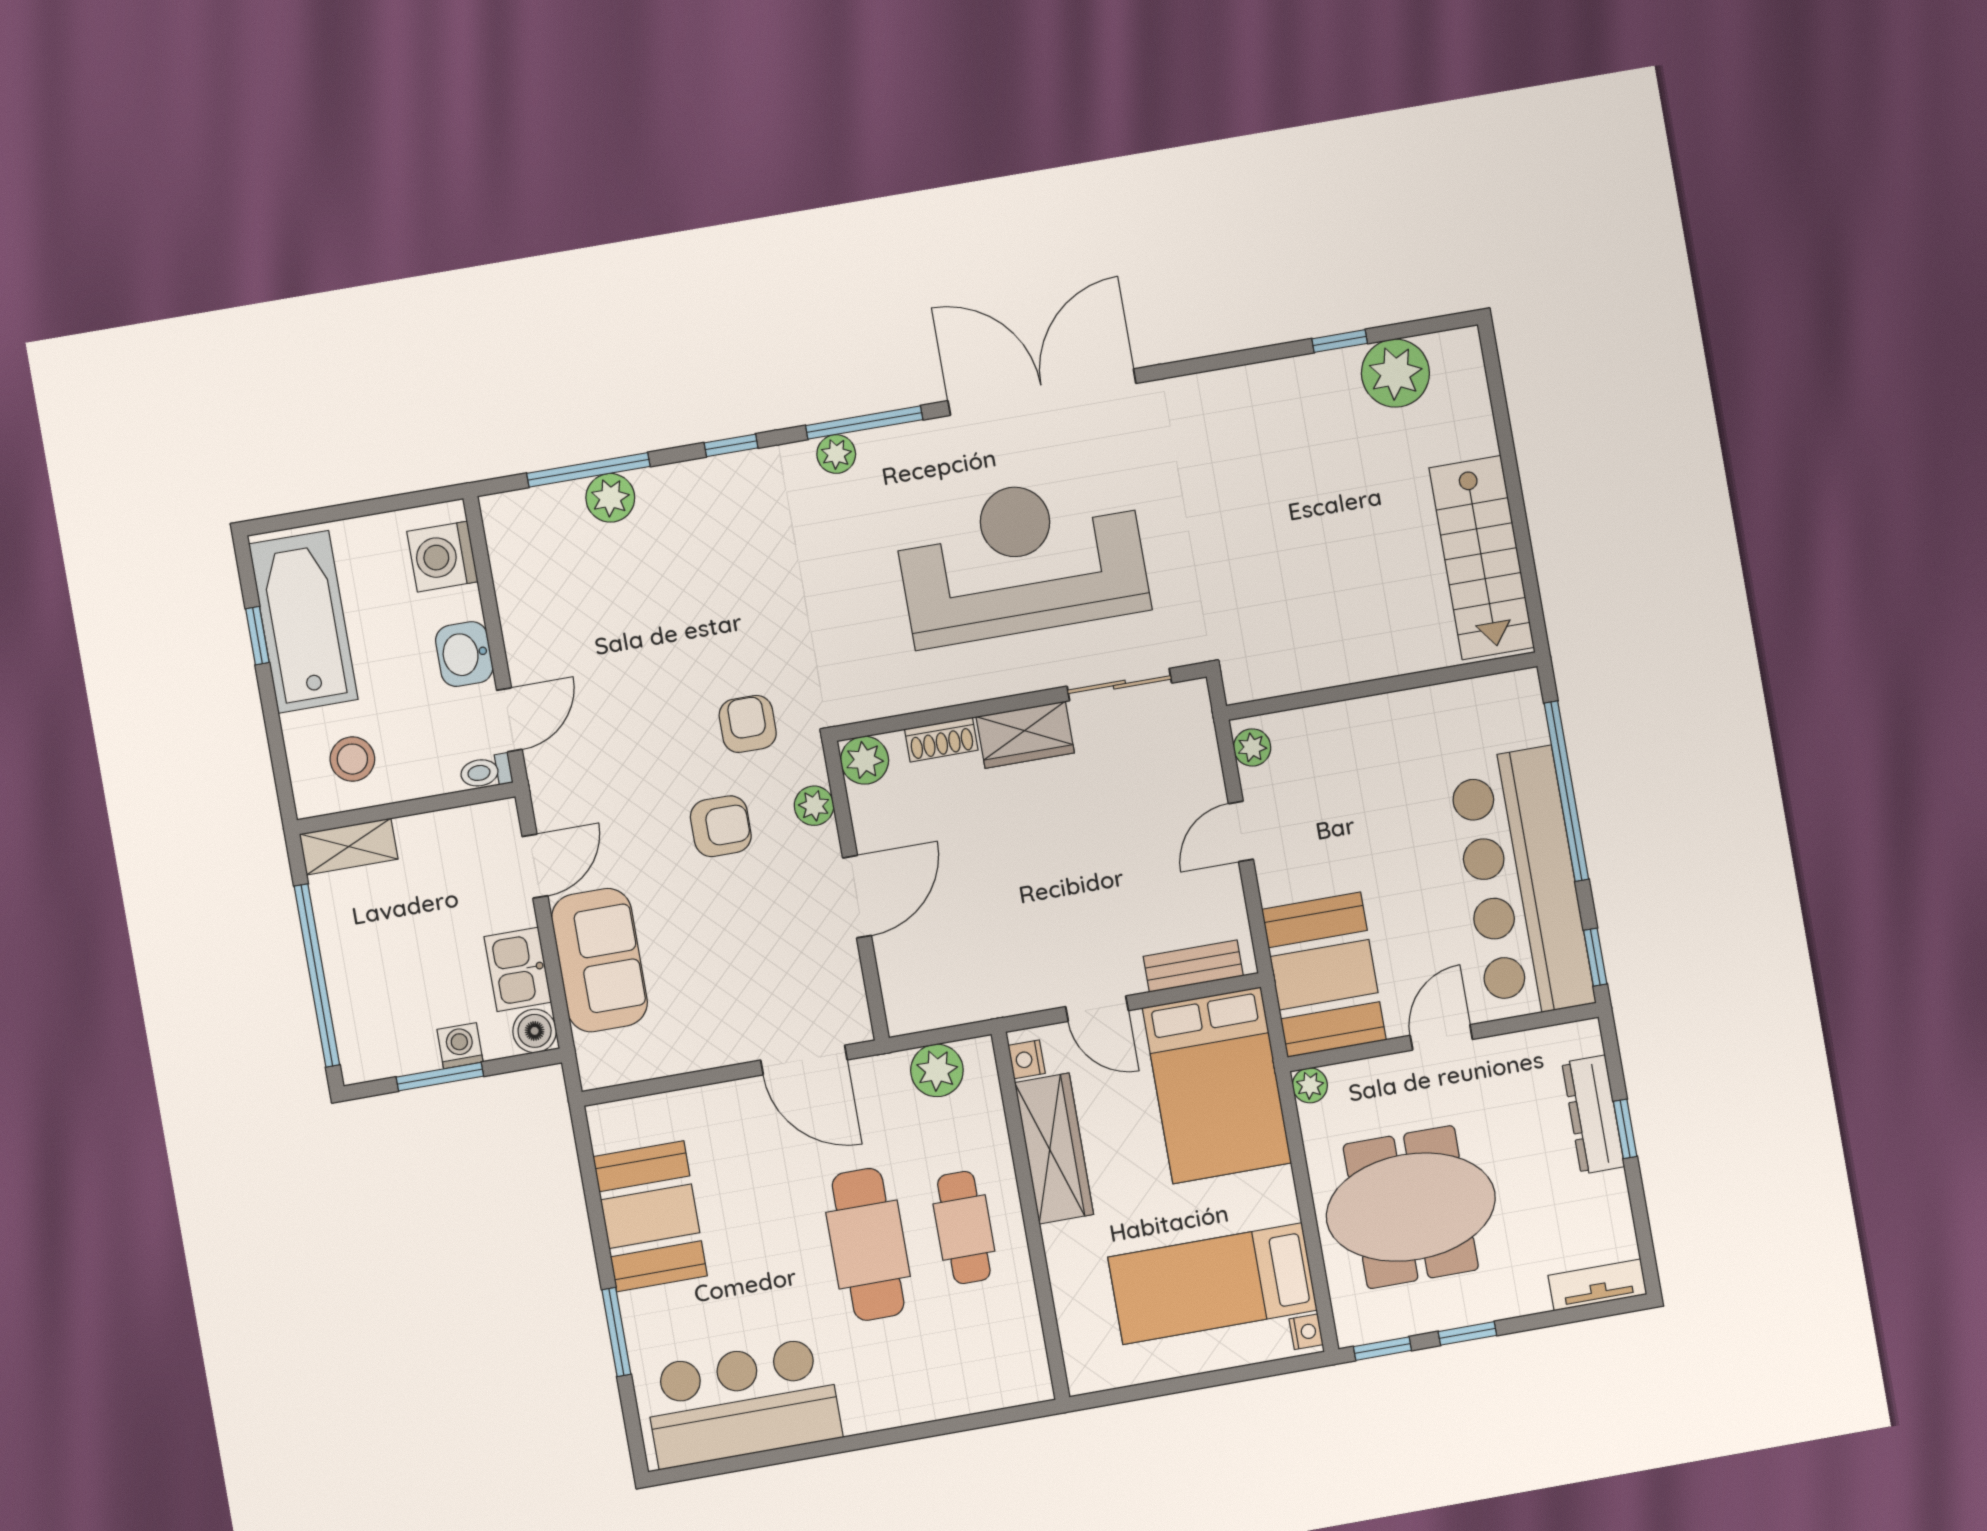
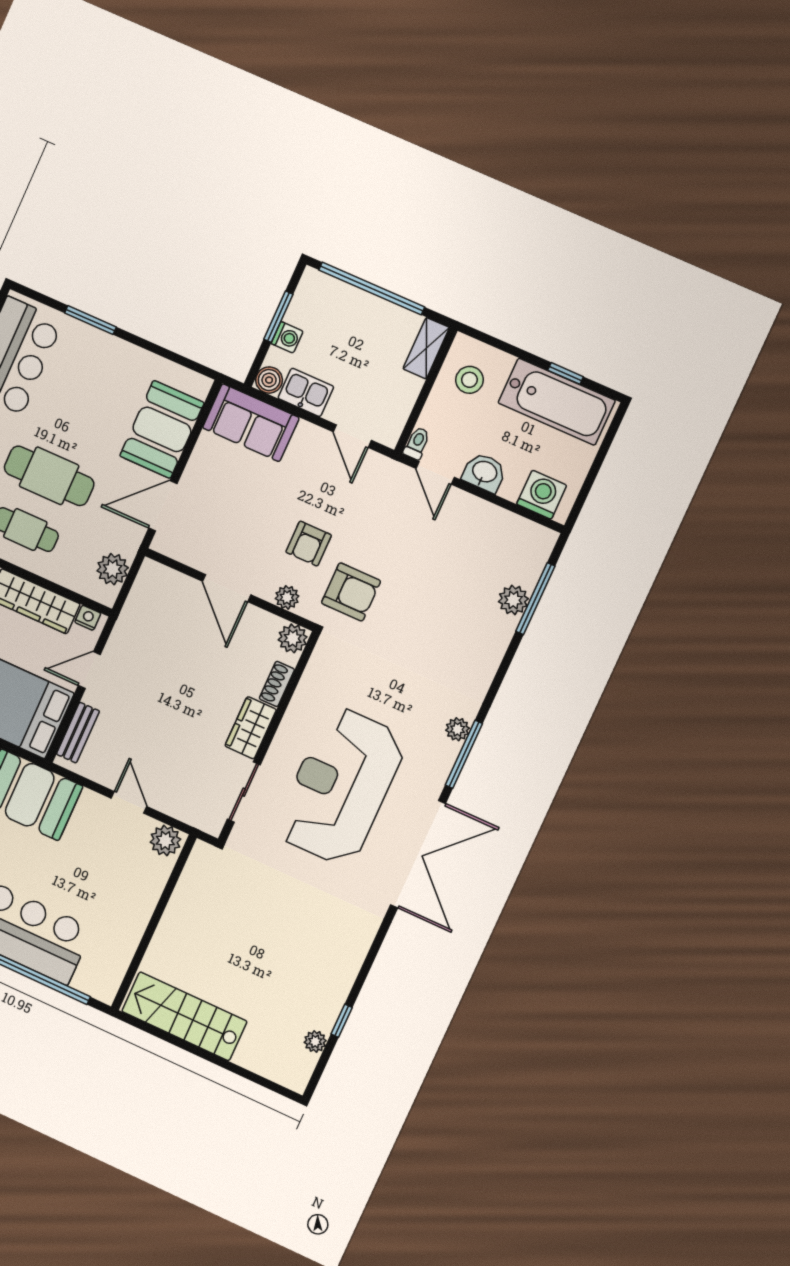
plant: (1395, 373) -> (315, 1041), width x0.53, depth x0.53
window: (731, 445) -> (498, 679), removed
reception desk: (1021, 559) -> (341, 786), turned 180
armchair: (748, 724) -> (351, 592), width x1.38, depth x1.38
plant: (1252, 747) -> (165, 841), width x1.38, depth x1.38
sofa: (599, 960) -> (251, 423), moved
booth: (650, 1216) -> (162, 429), moved, turned 90

